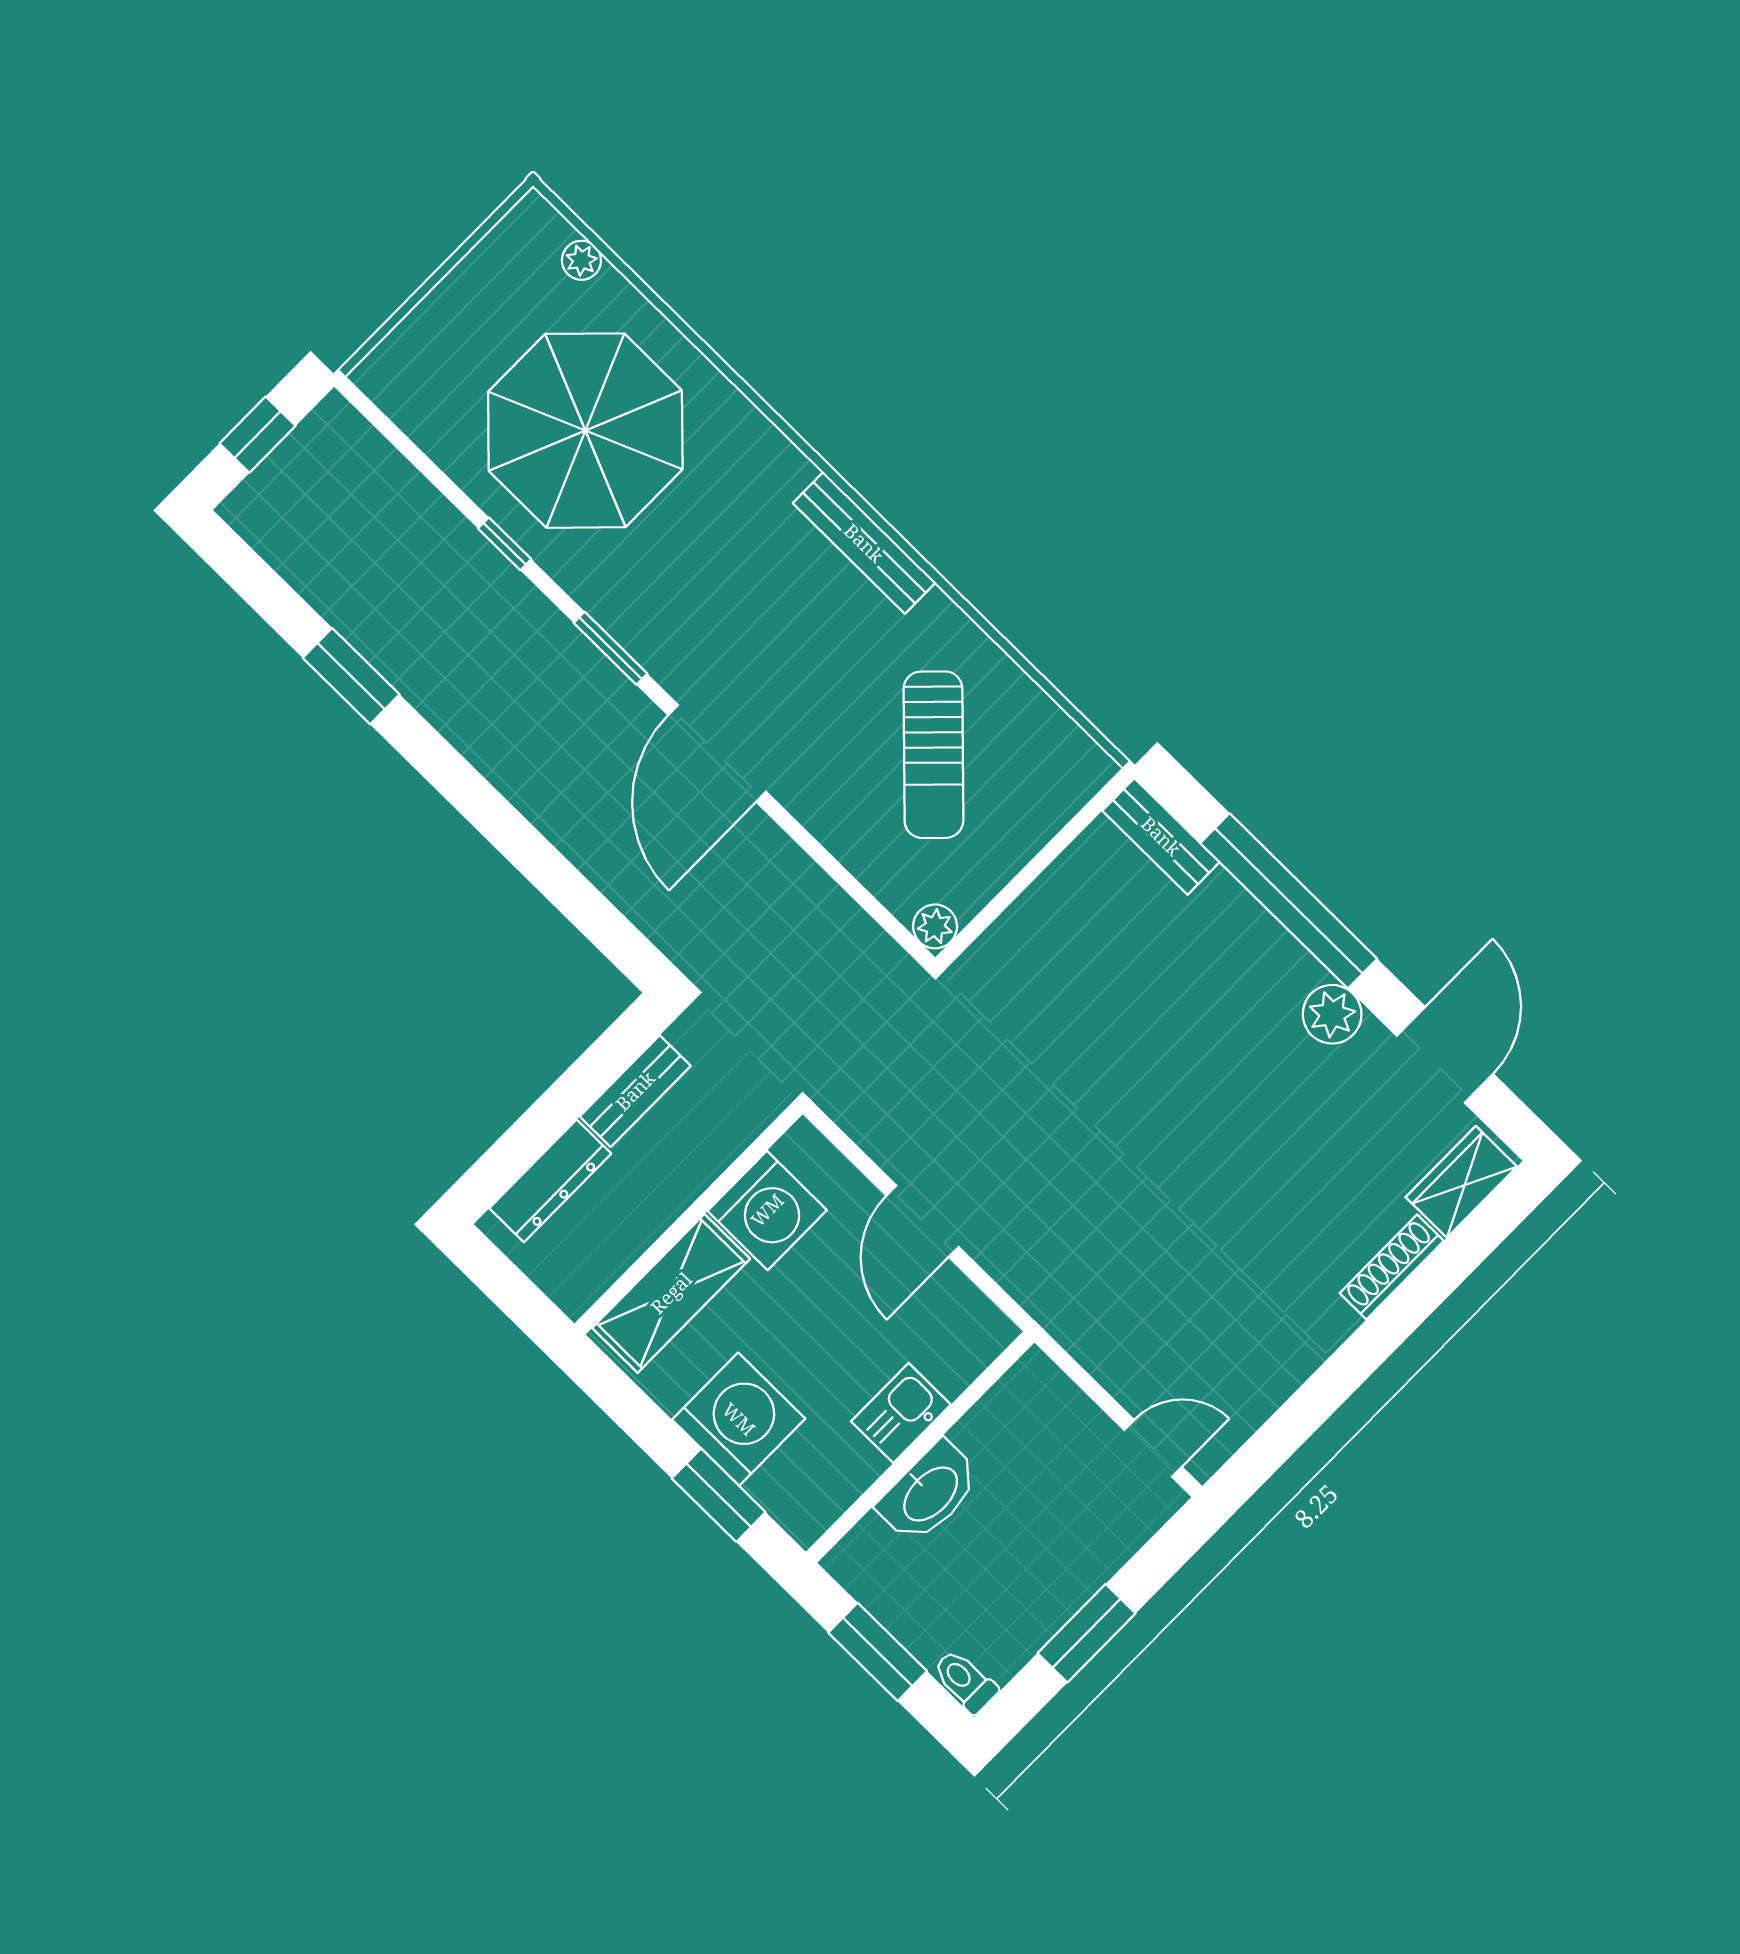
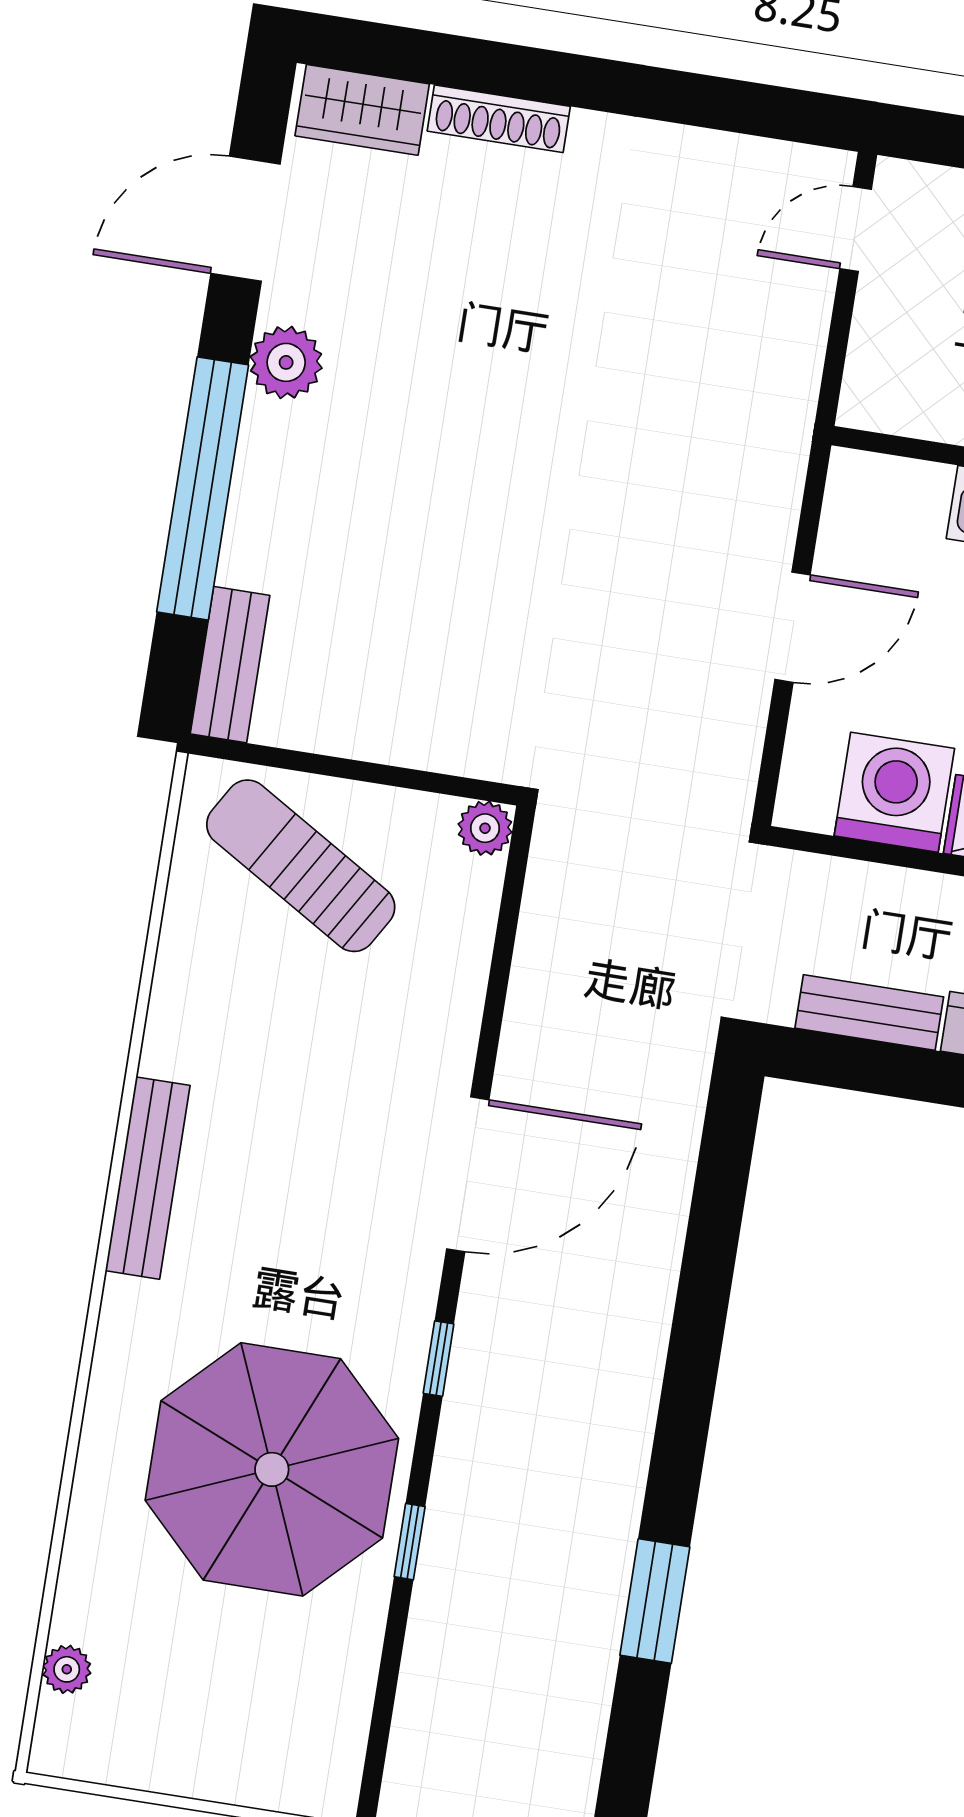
parasol: (585, 431) -> (272, 1469), moved
window: (611, 648) -> (439, 1359), width x0.67
sun lounger: (933, 755) -> (301, 866), moved, turned -104
door: (1153, 1448) -> (856, 229), hinge flipped

